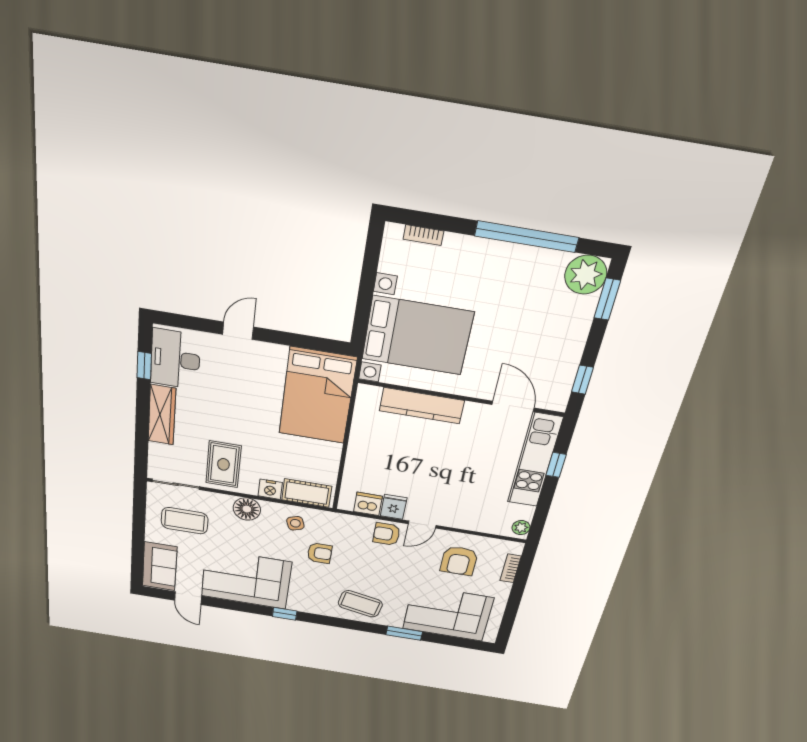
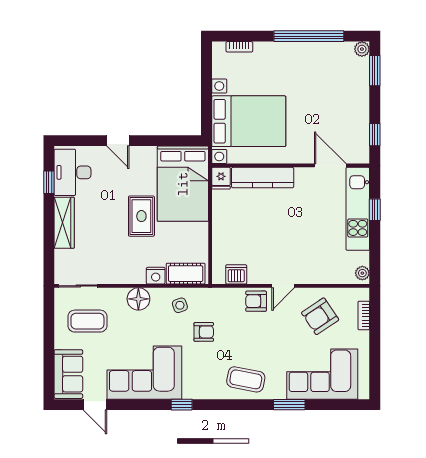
plant: (586, 275) -> (362, 49), width x0.53, depth x0.53
door: (238, 331) -> (118, 141), swing flipped
rug: (223, 464) -> (141, 216), moved
fridge: (394, 507) -> (221, 178), moved, turned 180
armchair: (459, 561) -> (320, 316), turned 56

